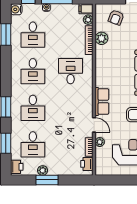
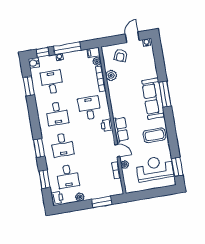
desk: (33, 35) -> (52, 82), turned 180
printer: (87, 164) -> (107, 125), moved
window: (47, 180) -> (102, 202), moved

